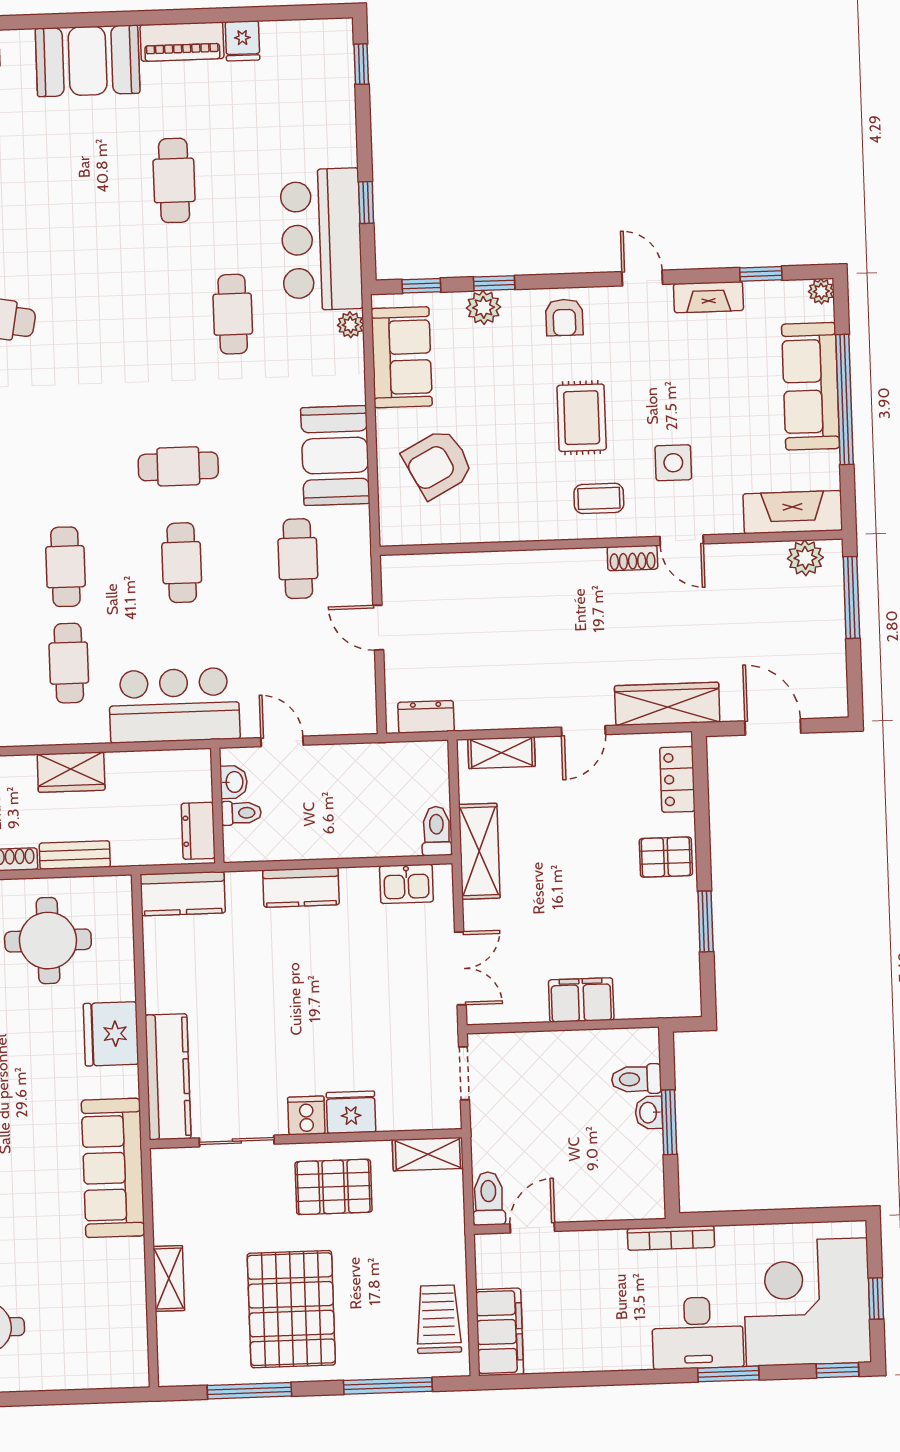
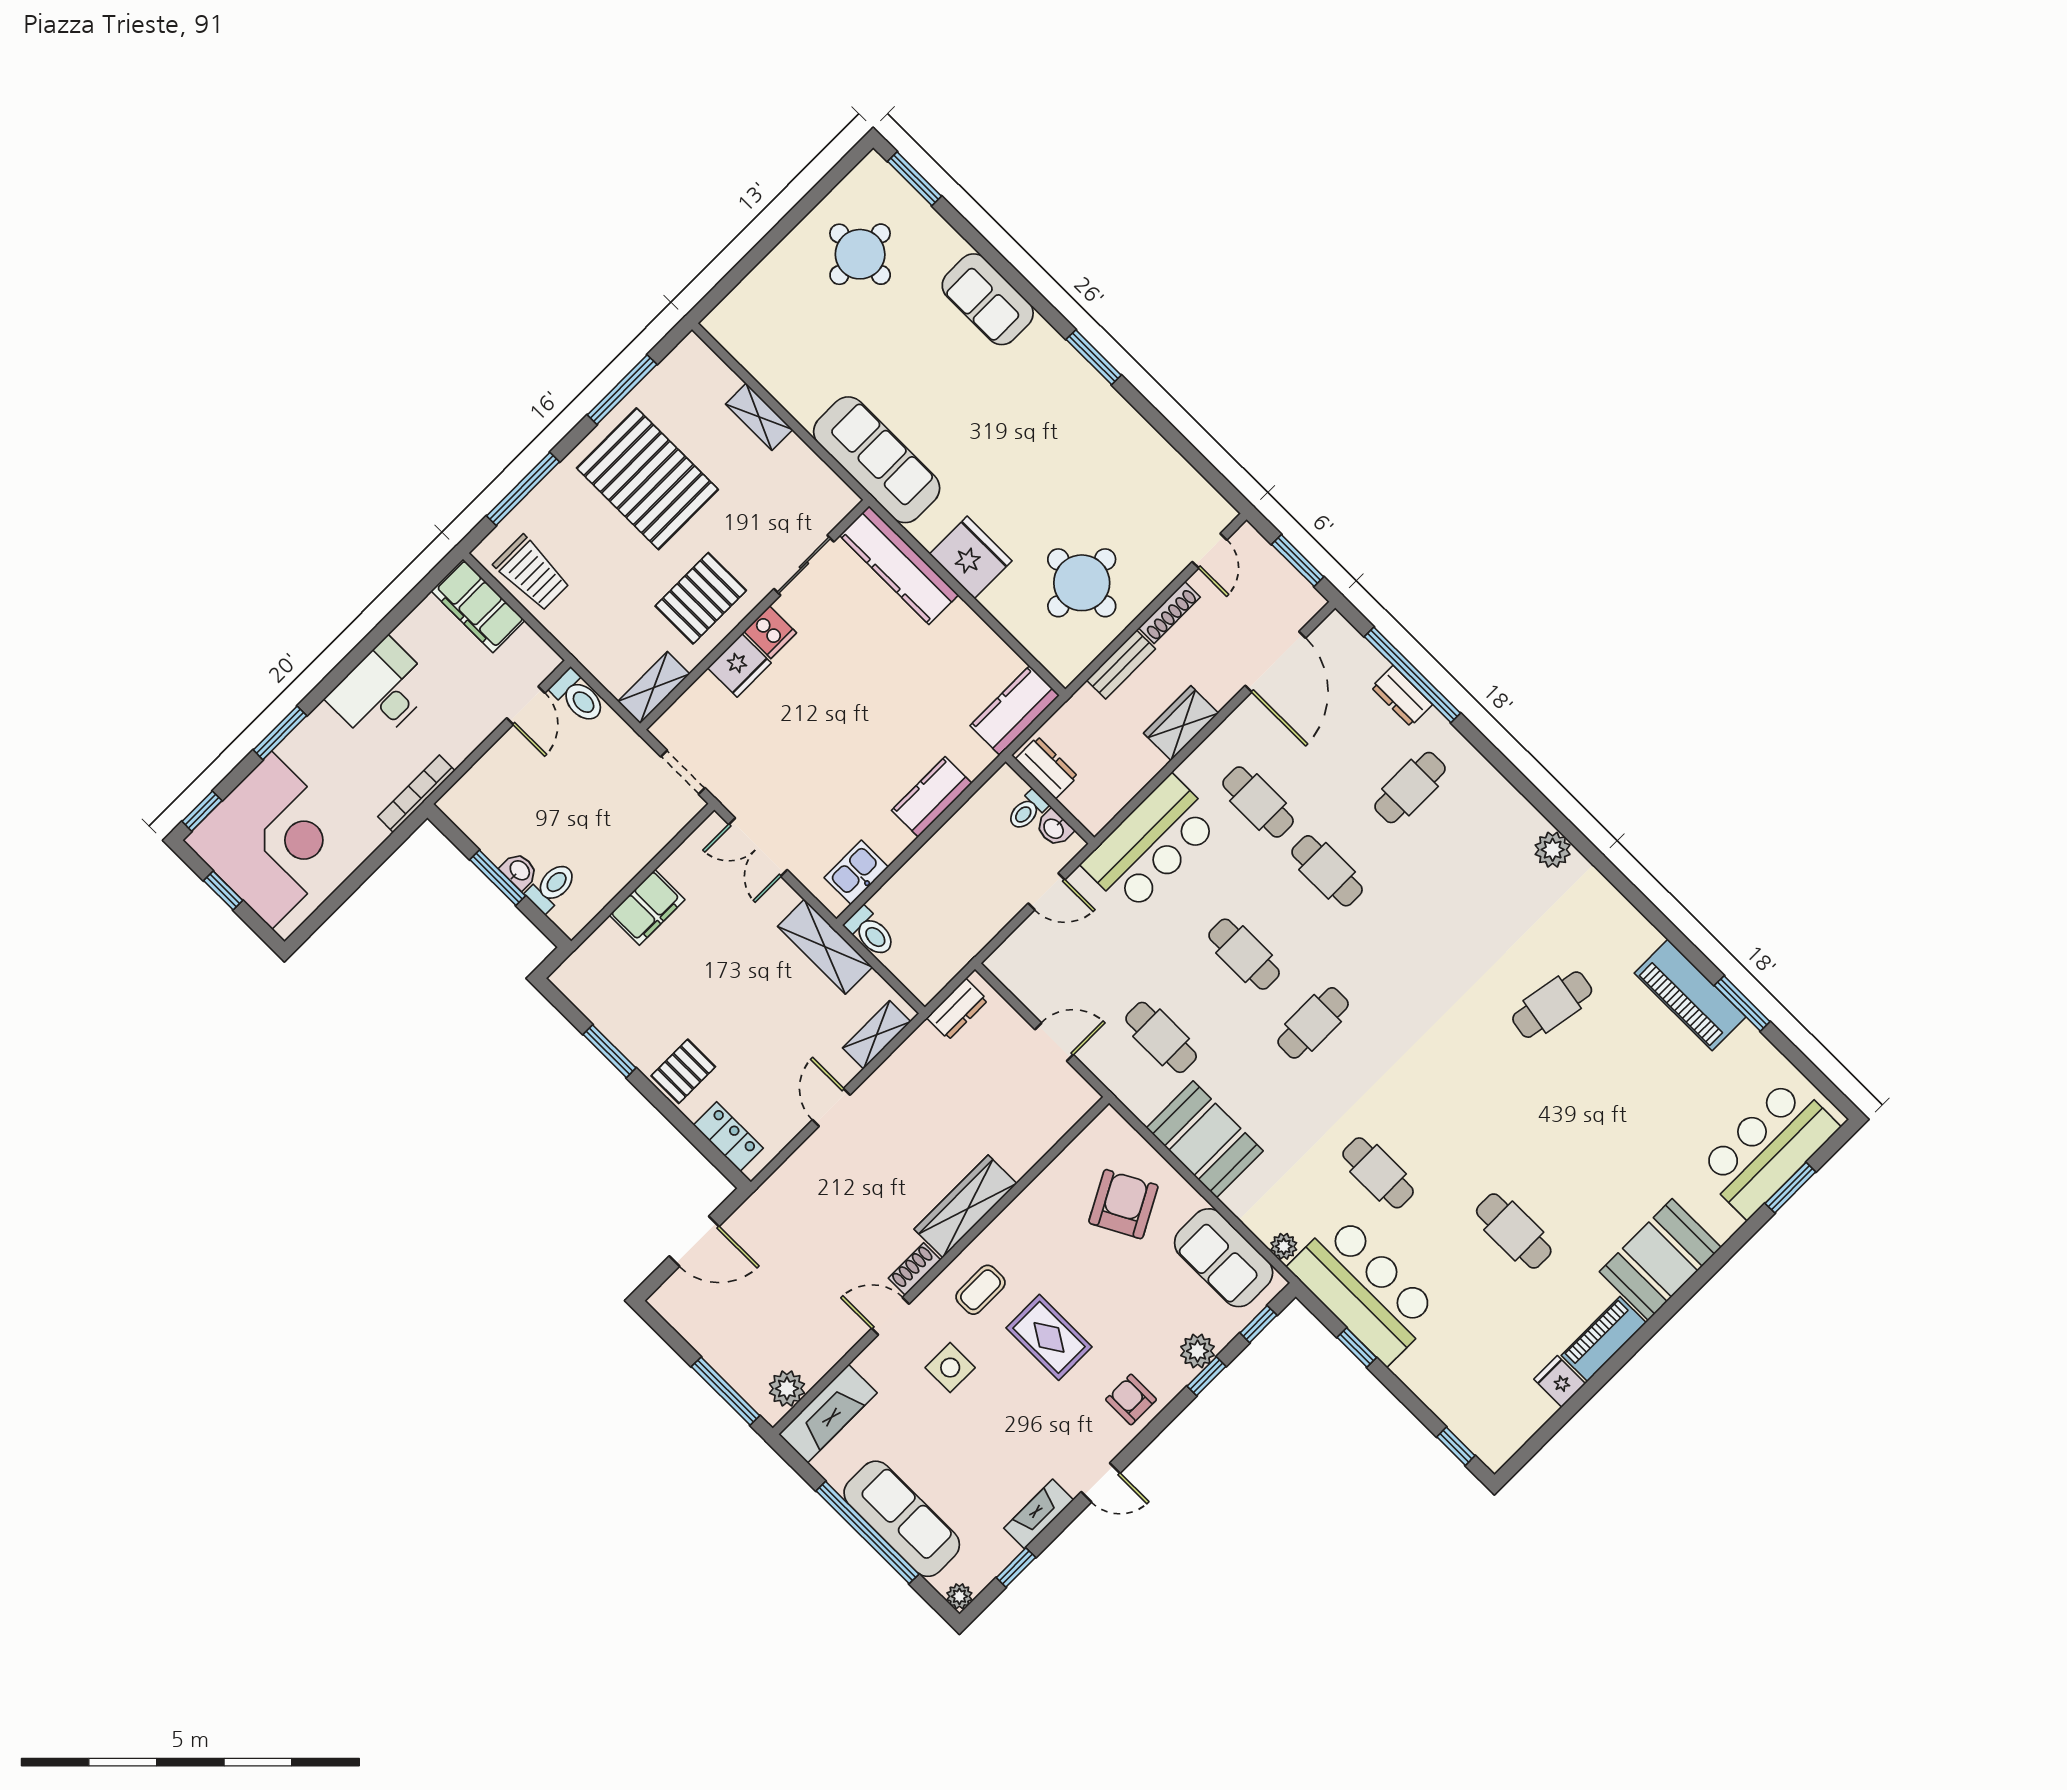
wardrobe: (667, 704) -> (965, 1206), moved, turned 180
desk: (698, 1333) -> (381, 692), moved

